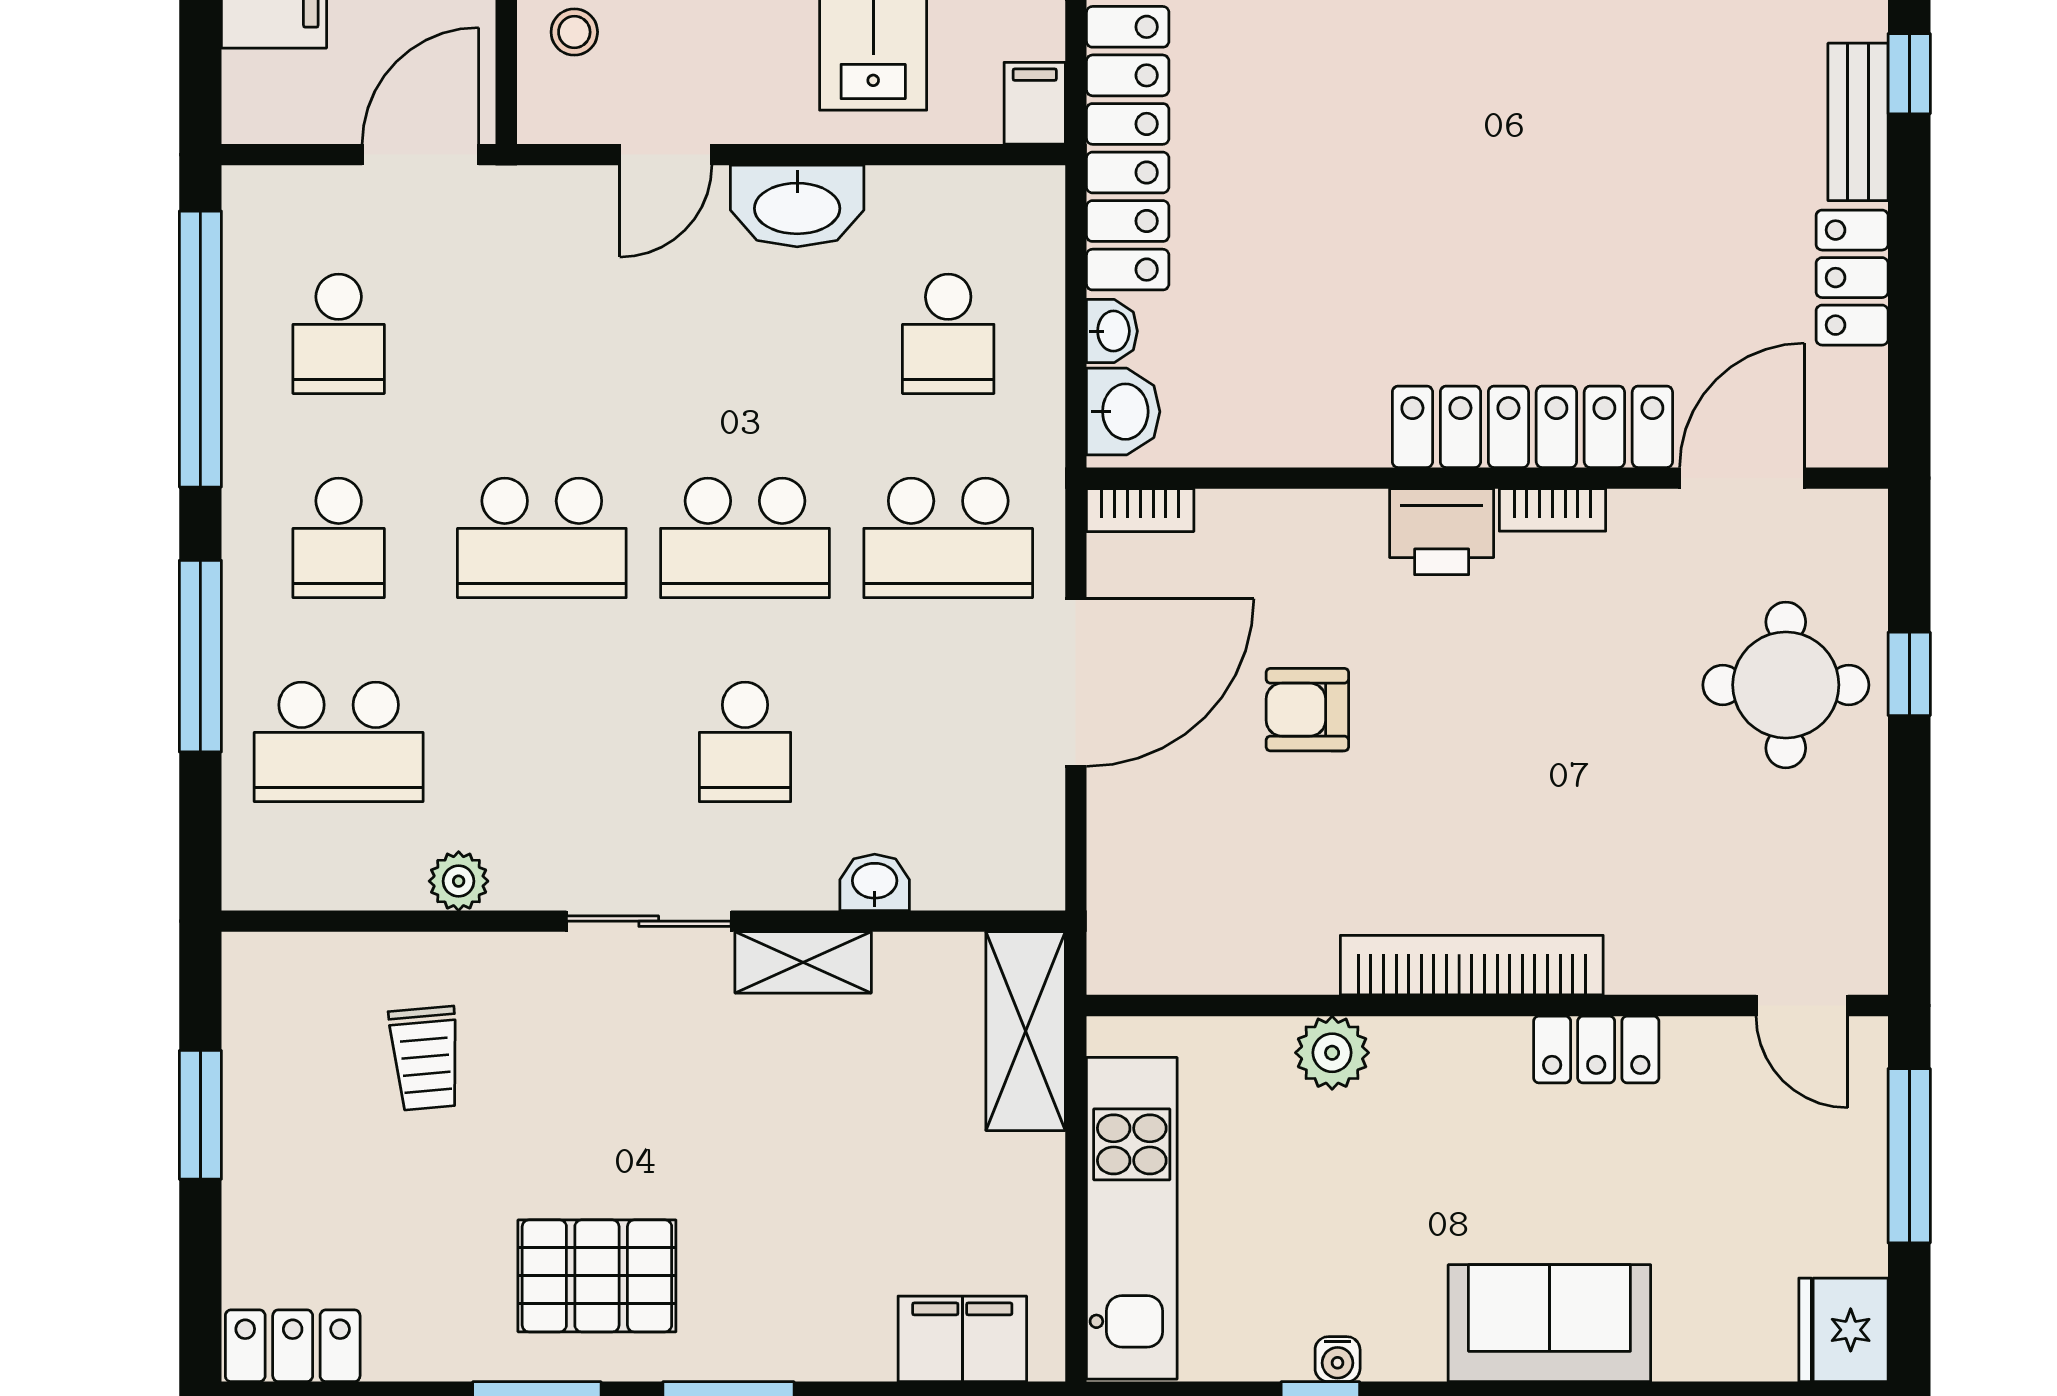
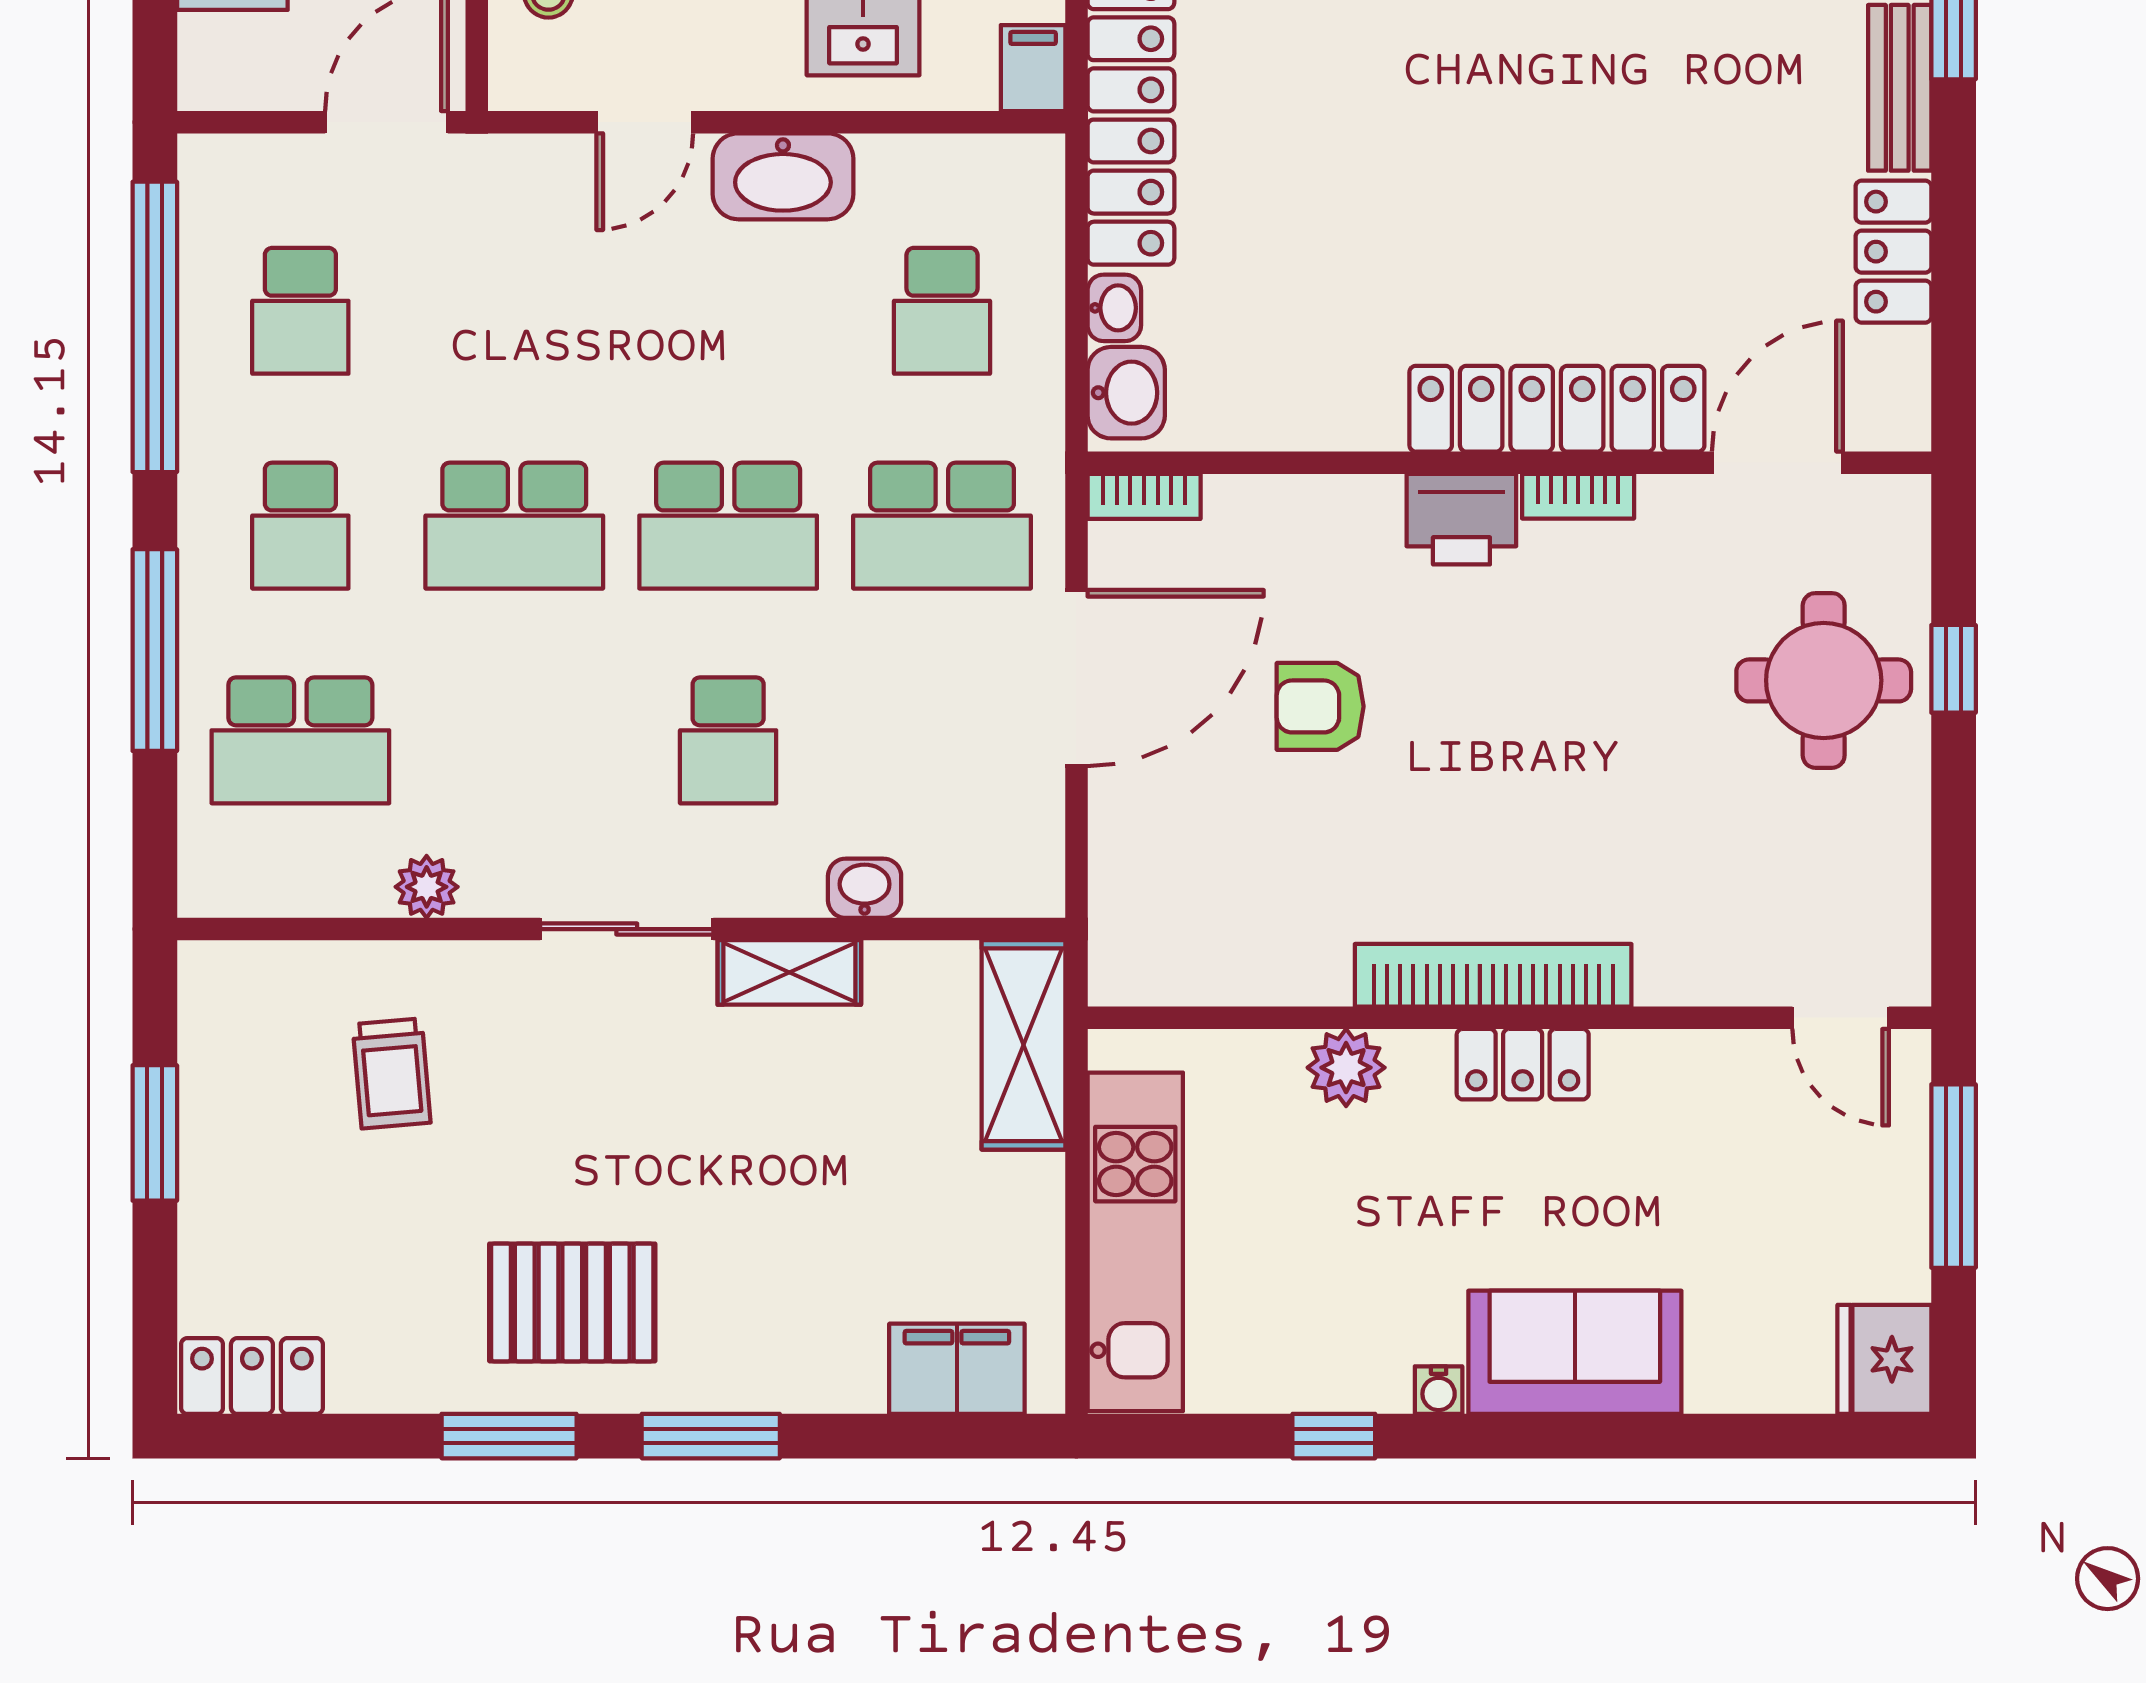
locker: (1596, 1049) -> (1523, 1064), moved
water cooler: (1338, 1359) -> (1439, 1390), moved

